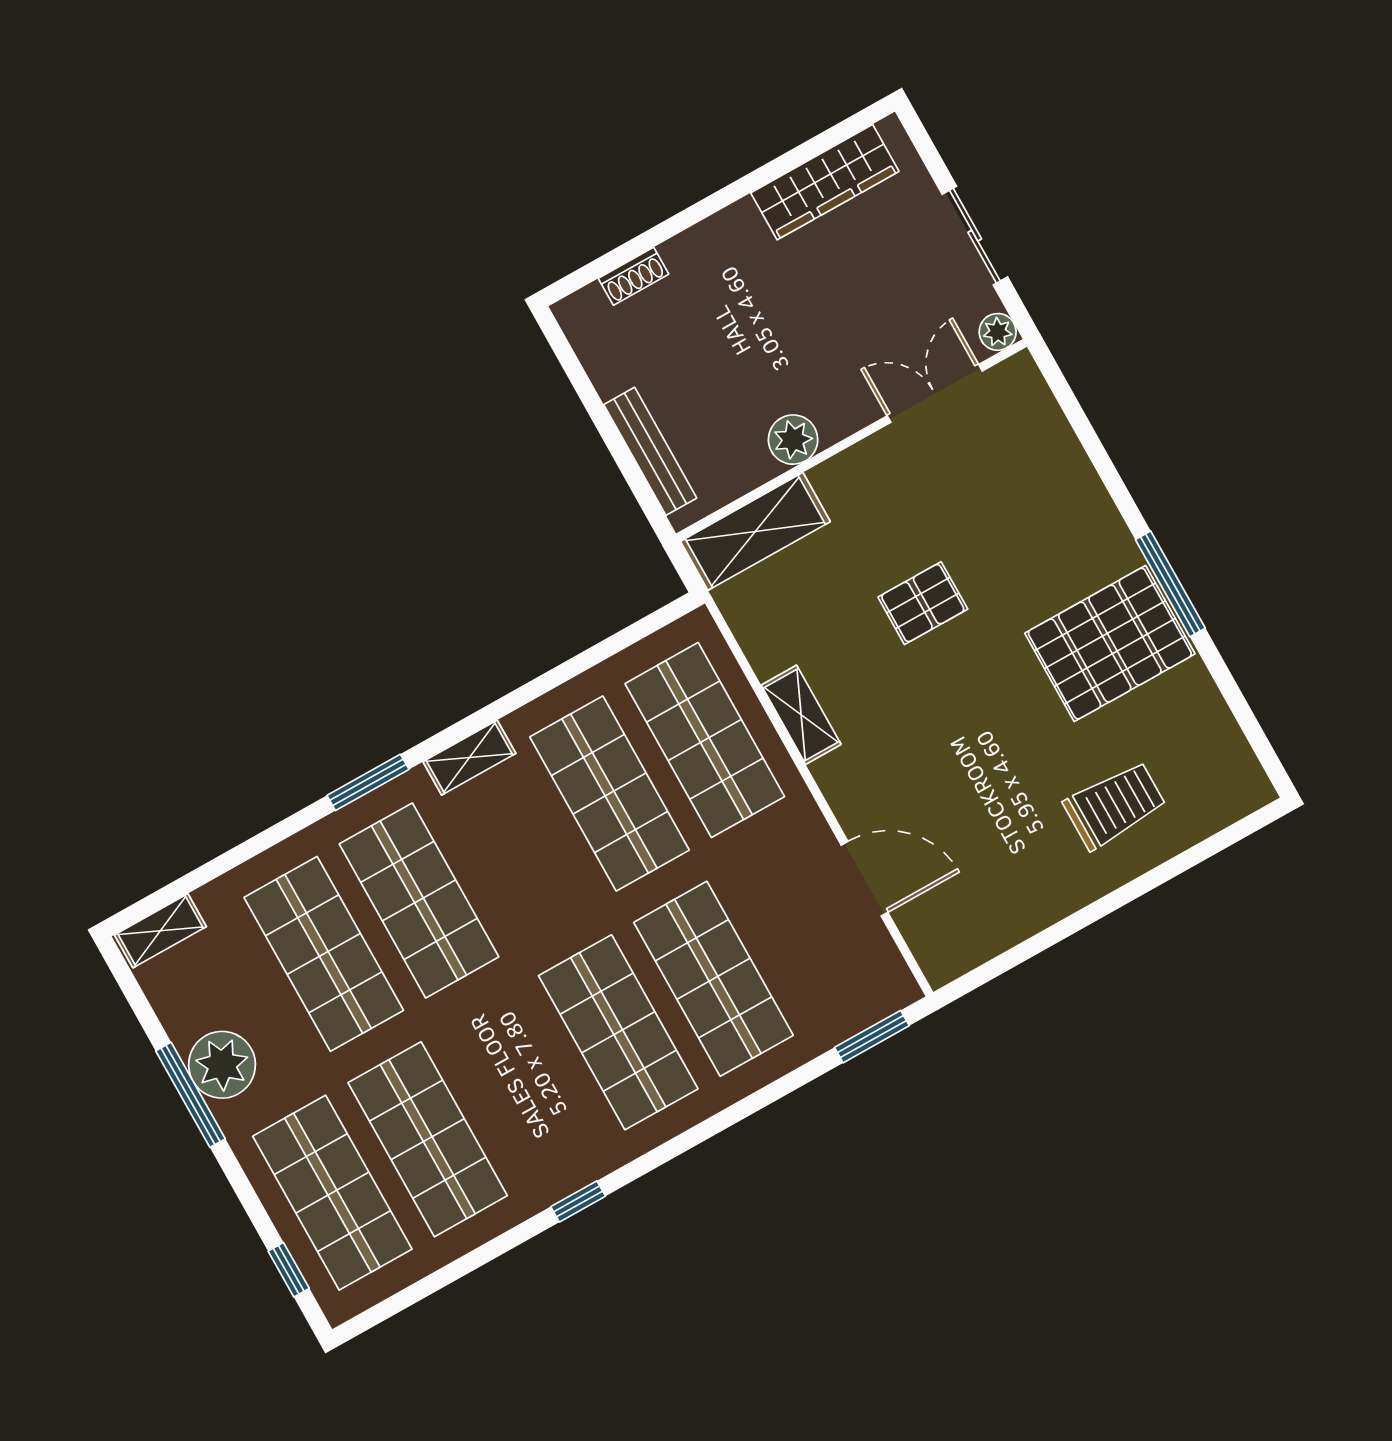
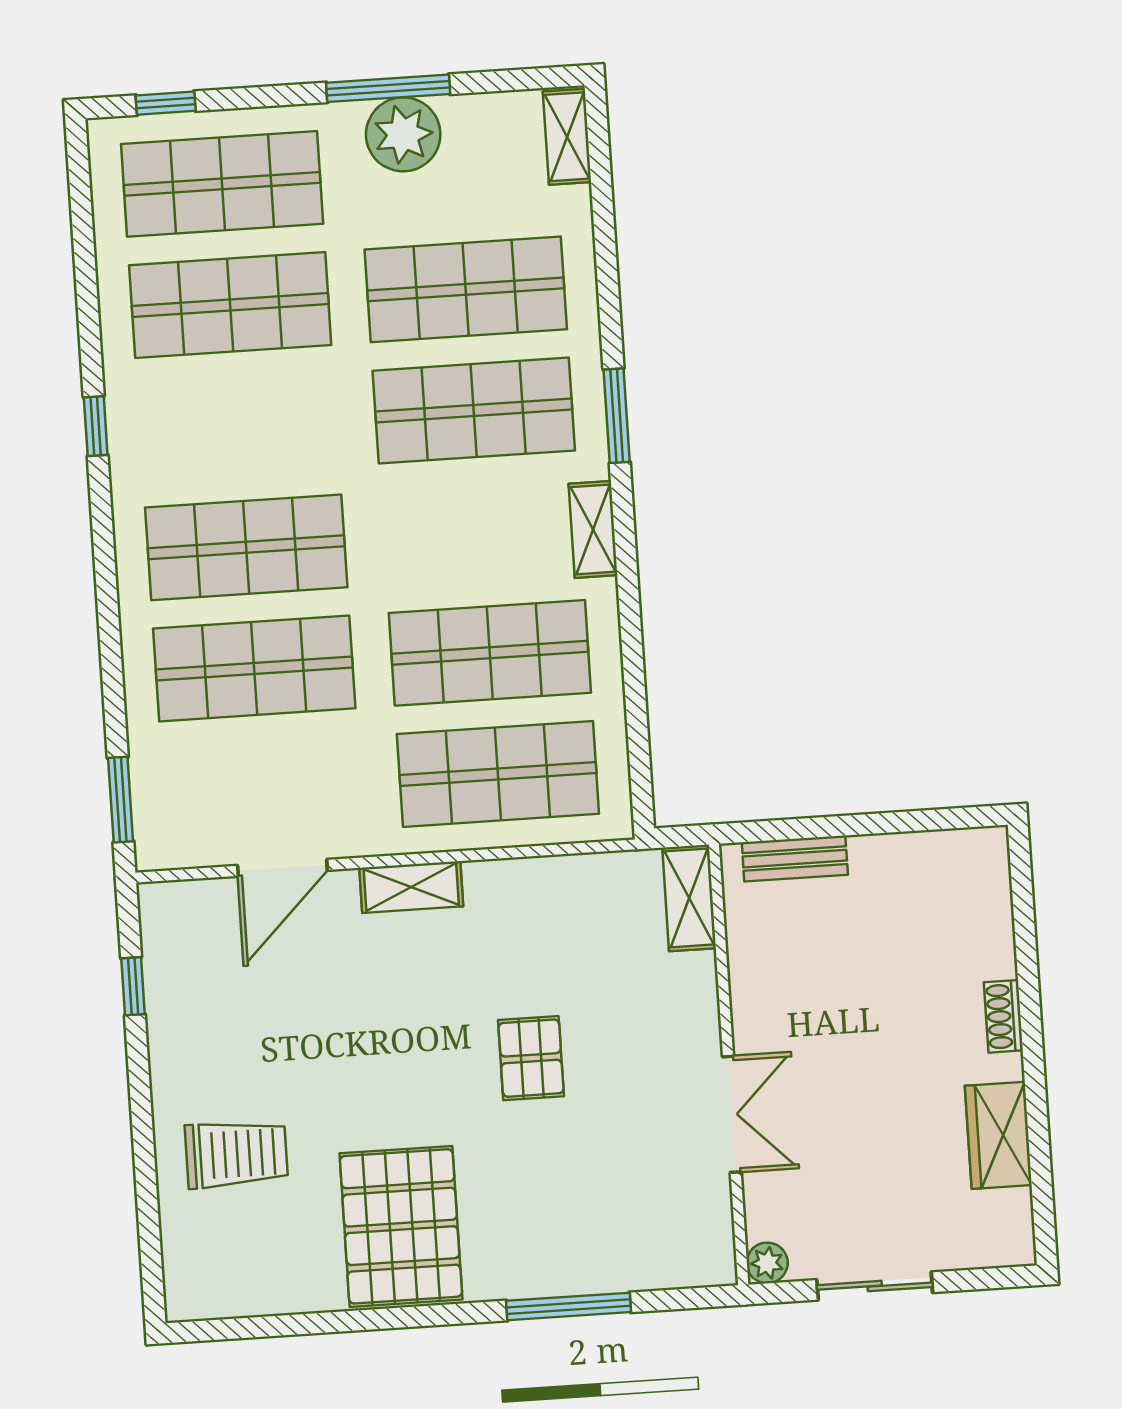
wardrobe: (825, 182) -> (998, 1135), width x0.67
shoe rack: (633, 276) -> (1003, 1016), moved
double door: (935, 393) -> (732, 1114), moved
plant: (793, 440) -> (757, 1006), removed
bench: (650, 451) -> (795, 859), width x0.73
shelving: (755, 531) -> (689, 898), width x0.67, depth x0.75
window: (1170, 584) -> (569, 1306), moved
shelving: (801, 715) -> (411, 887), moved
trolley: (1115, 805) -> (236, 1154), turned -90
window: (1019, 954) -> (133, 986), added

